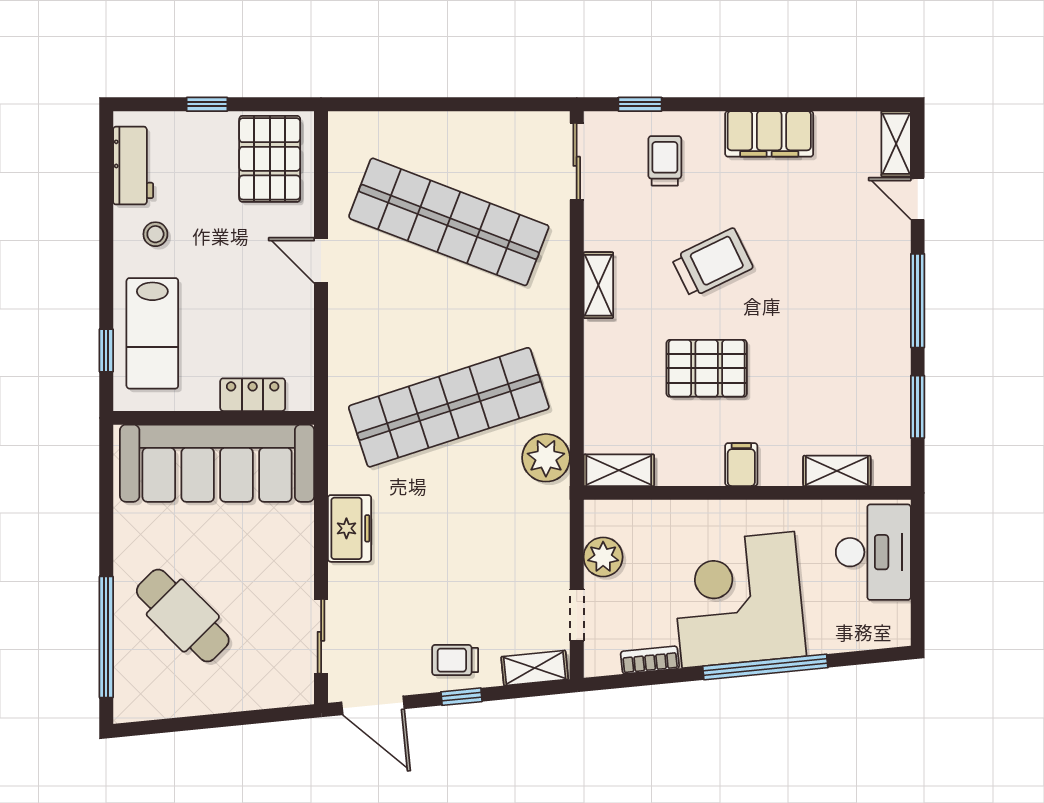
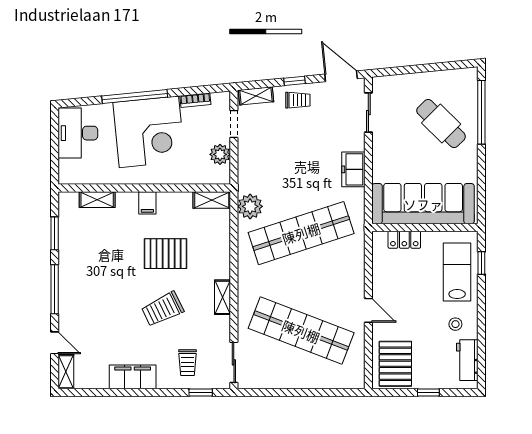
desk: (873, 552) -> (78, 133), moved

